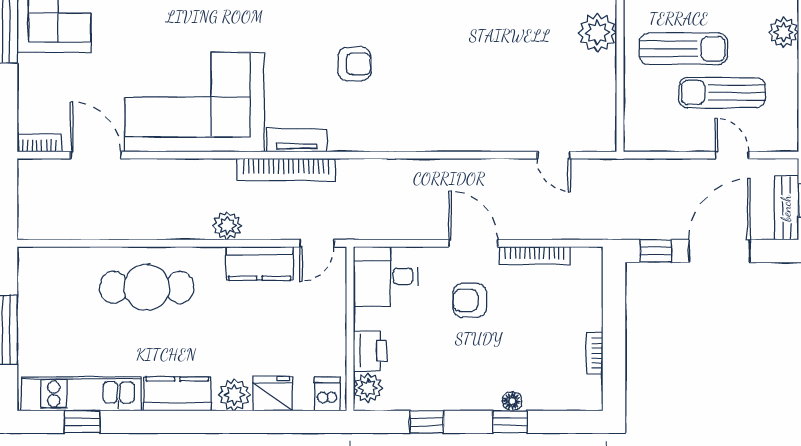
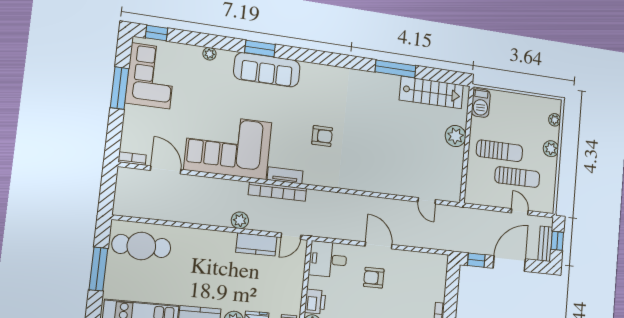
sun lounger: (722, 92) -> (517, 177), turned 180
bookcase: (535, 256) -> (412, 256), removed
cafe table: (147, 287) -> (141, 246), moved

